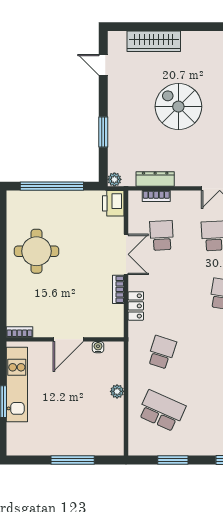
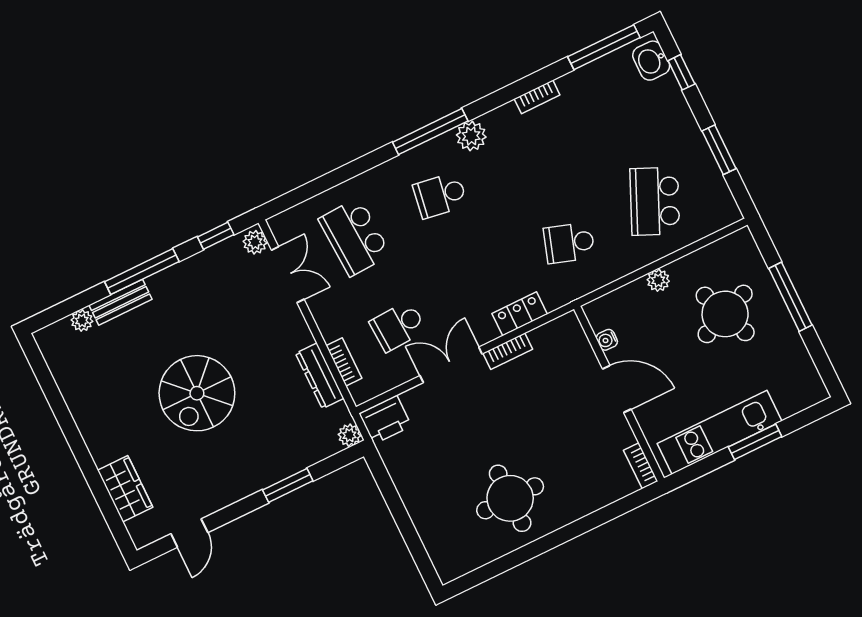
wardrobe: (154, 41) -> (125, 489), width x0.67
window: (52, 186) -> (404, 522), removed
round table: (81, 419) -> (725, 314), added

